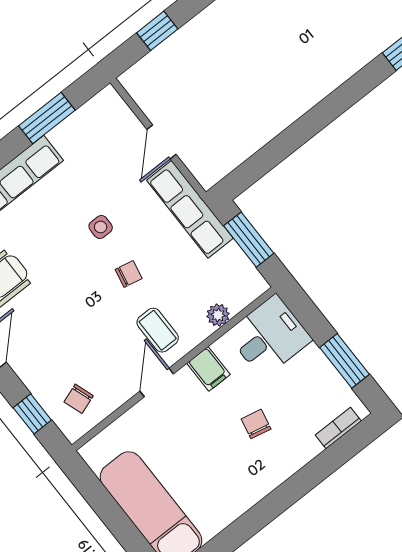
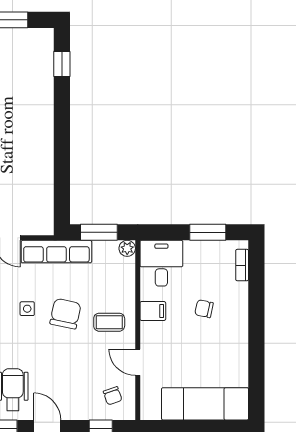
chair: (129, 274) -> (65, 314), width x1.87, depth x1.87
plant: (218, 315) -> (127, 248), moved
door: (157, 382) -> (138, 362), moved

